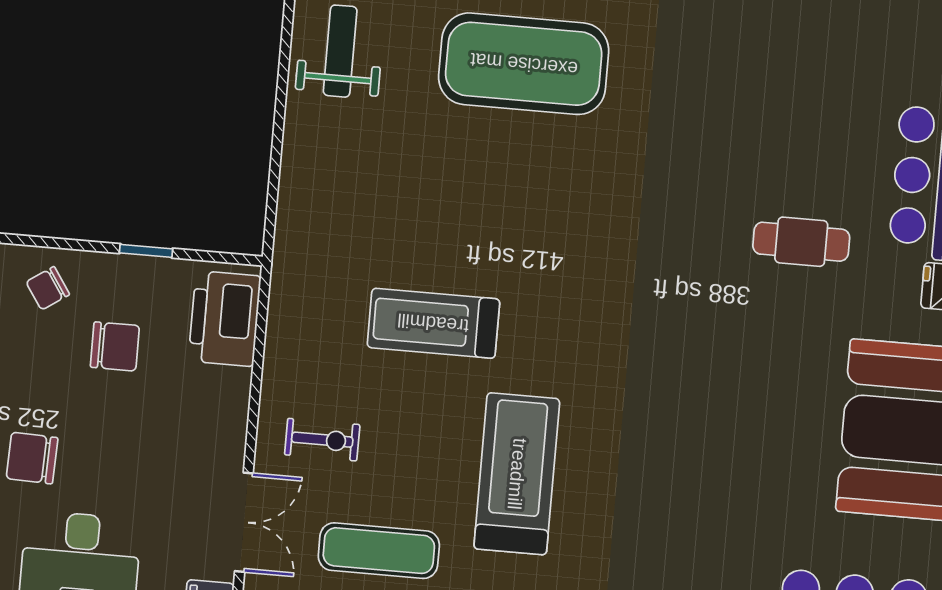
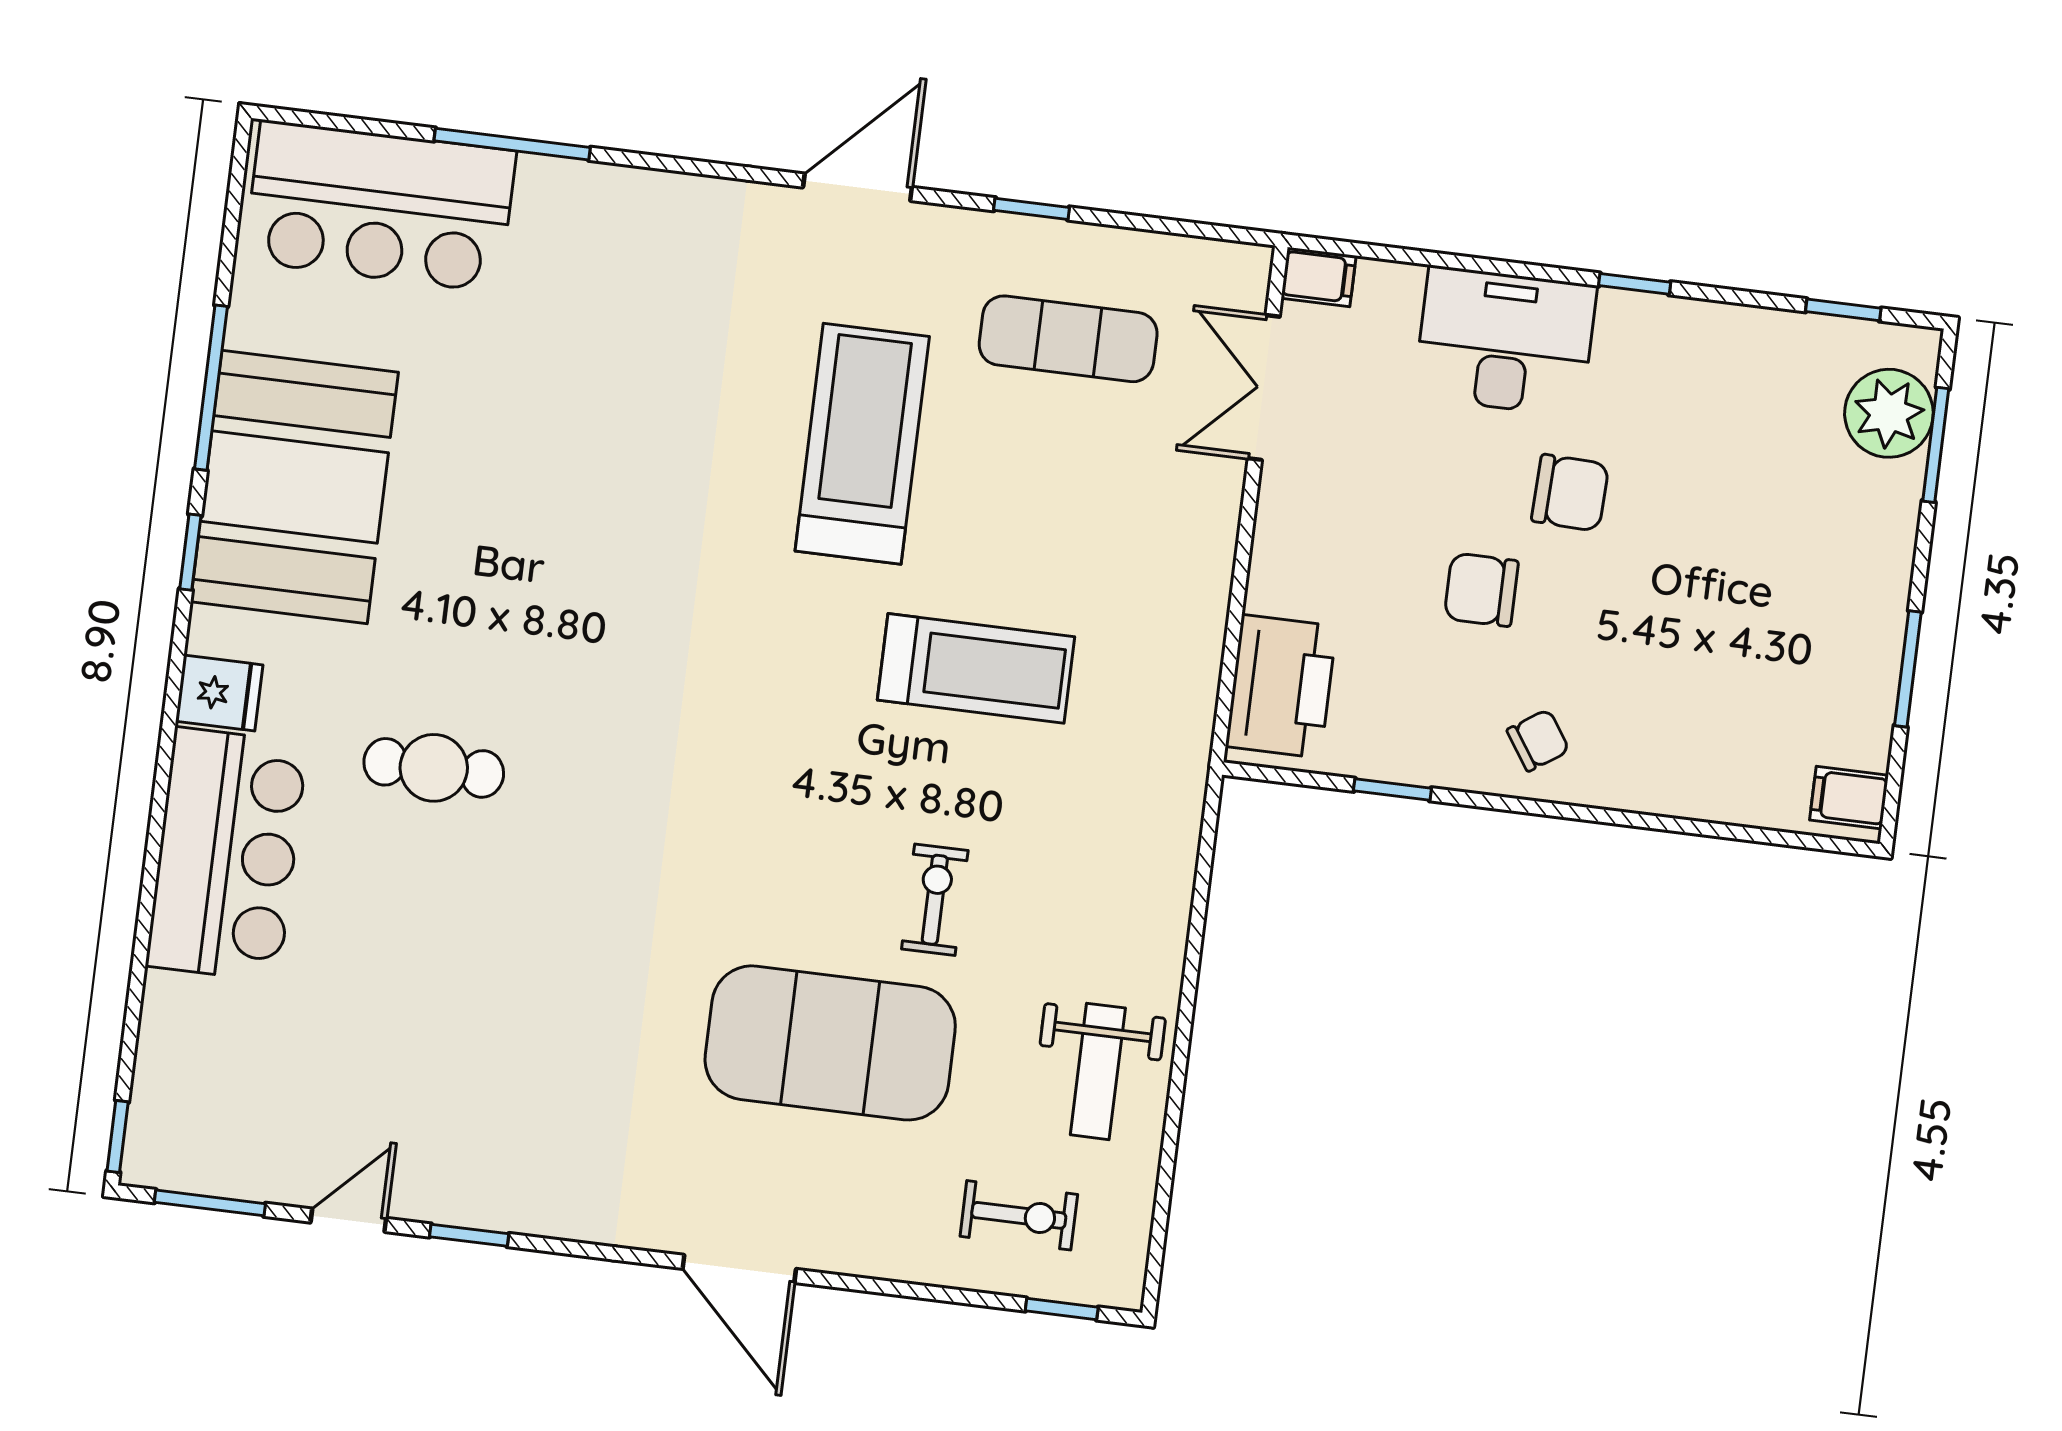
chair: (115, 346) -> (1481, 590), moved
exercise bike: (322, 440) -> (935, 900), moved, turned 90
treadmill: (517, 474) -> (862, 444), turned 180

